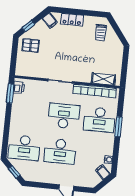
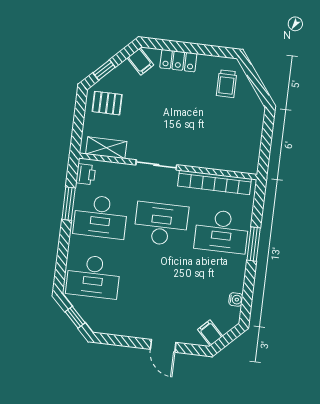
shelving: (103, 79) -> (106, 148), moved
window: (10, 93) -> (69, 204), moved
desk: (60, 151) -> (101, 217), moved
filing cabinet: (103, 172) -> (210, 333), moved

